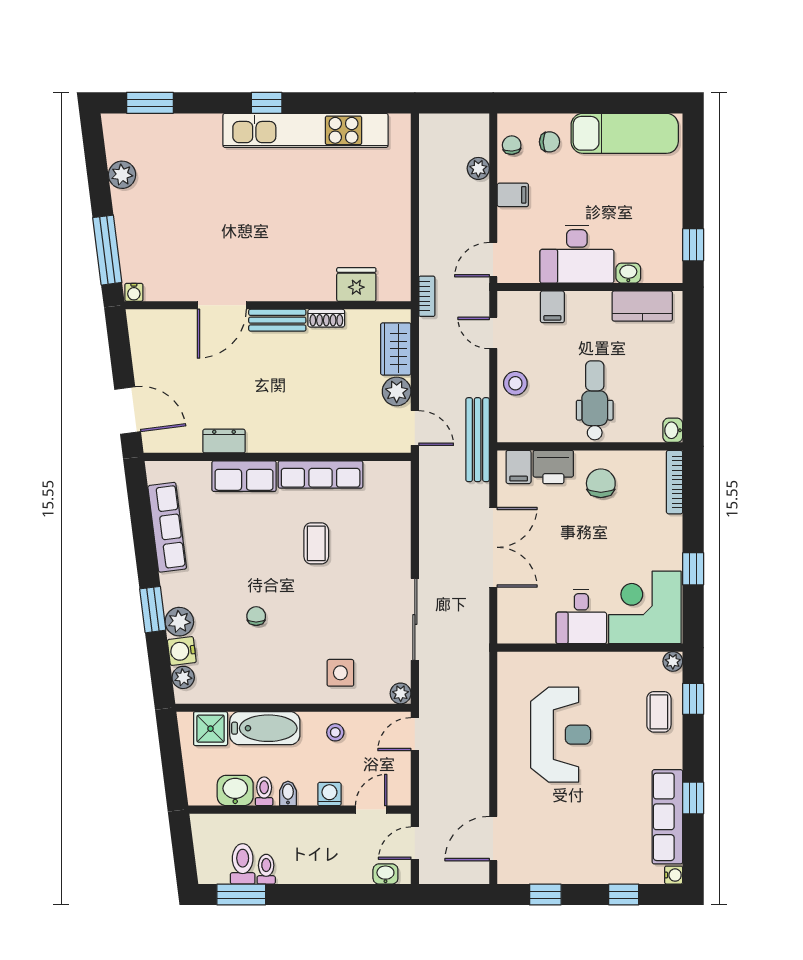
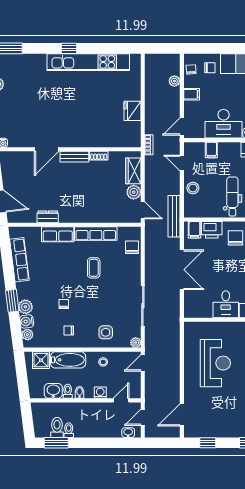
fridge: (356, 285) -> (132, 111), moved, turned -90
chair: (393, 502) -> (132, 247), added
chair: (266, 669) -> (69, 331), added

